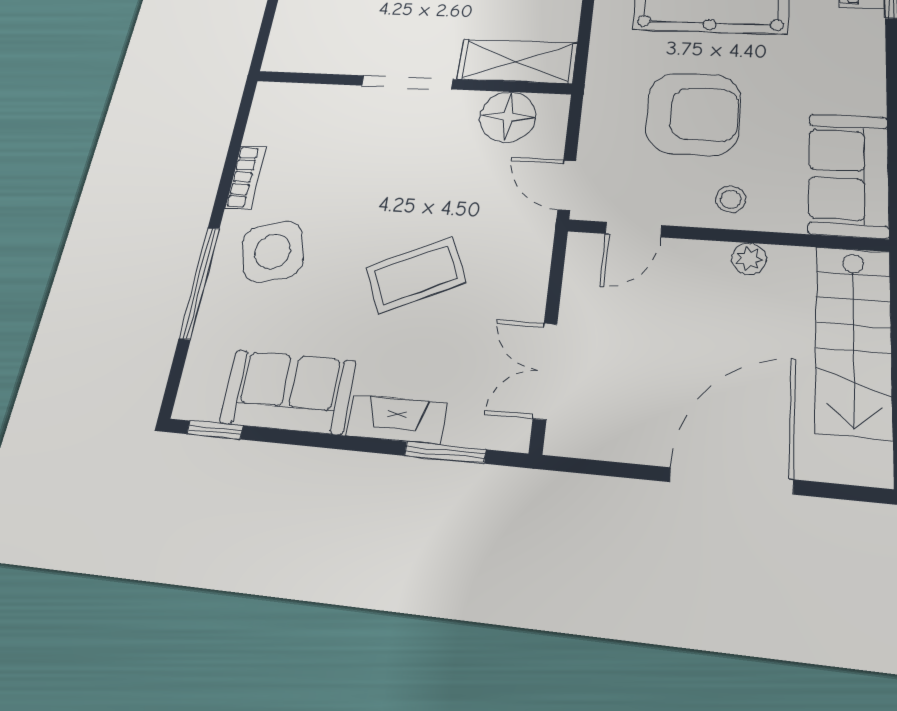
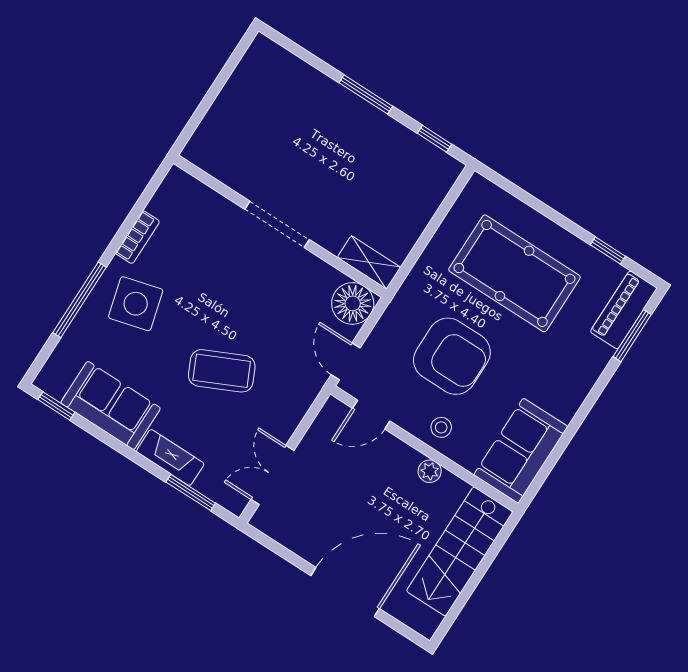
shelving: (517, 61) -> (369, 262), width x0.67, depth x0.75
floor lamp: (508, 117) -> (353, 303), moved

